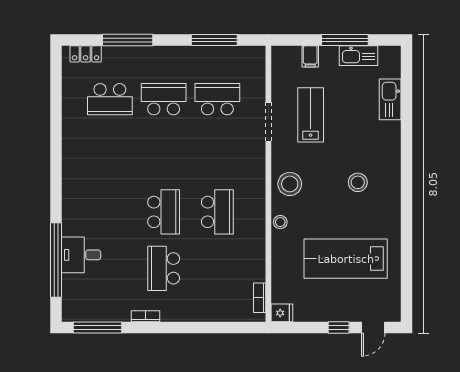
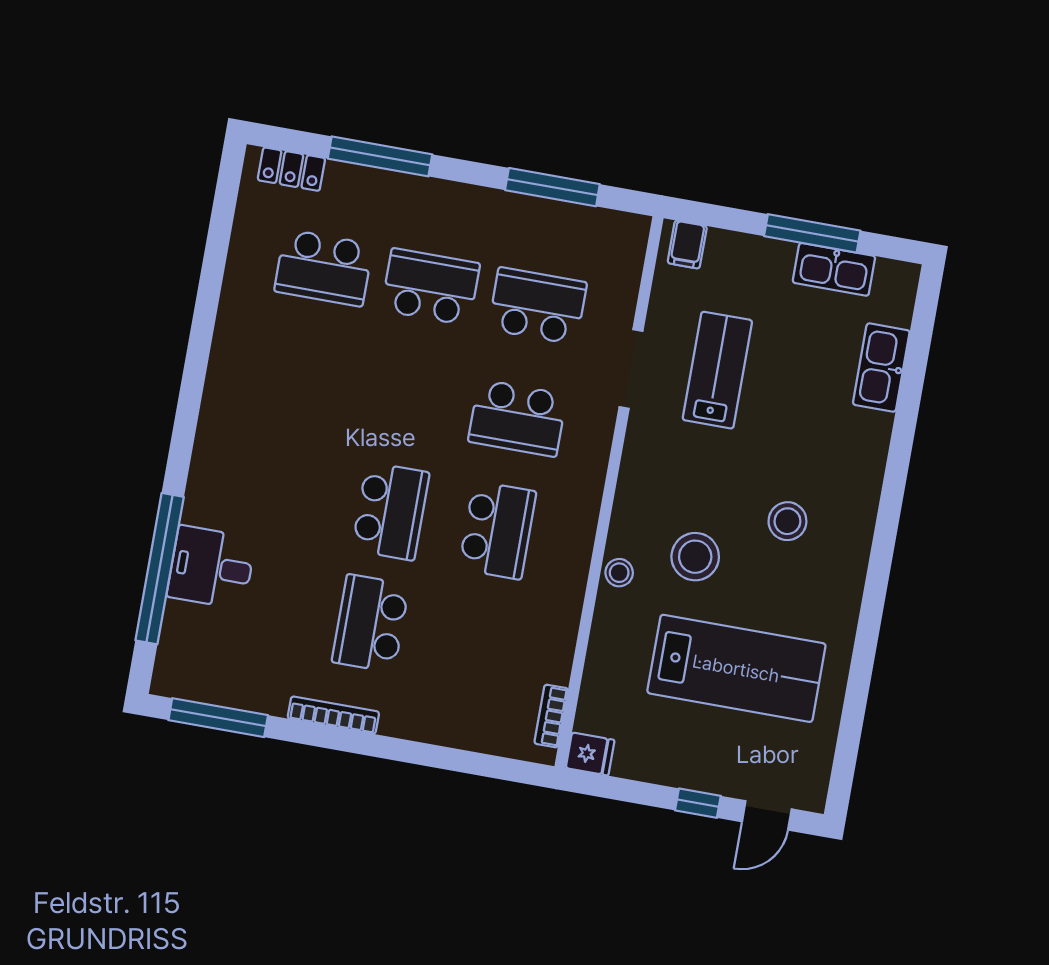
filing cabinet: (310, 56) -> (687, 245), moved
school desk: (217, 156) -> (517, 418), added
stool: (290, 184) -> (695, 557), moved
lab bench: (346, 259) -> (736, 668), turned 180
bookcase: (145, 316) -> (333, 715), width x1.56

